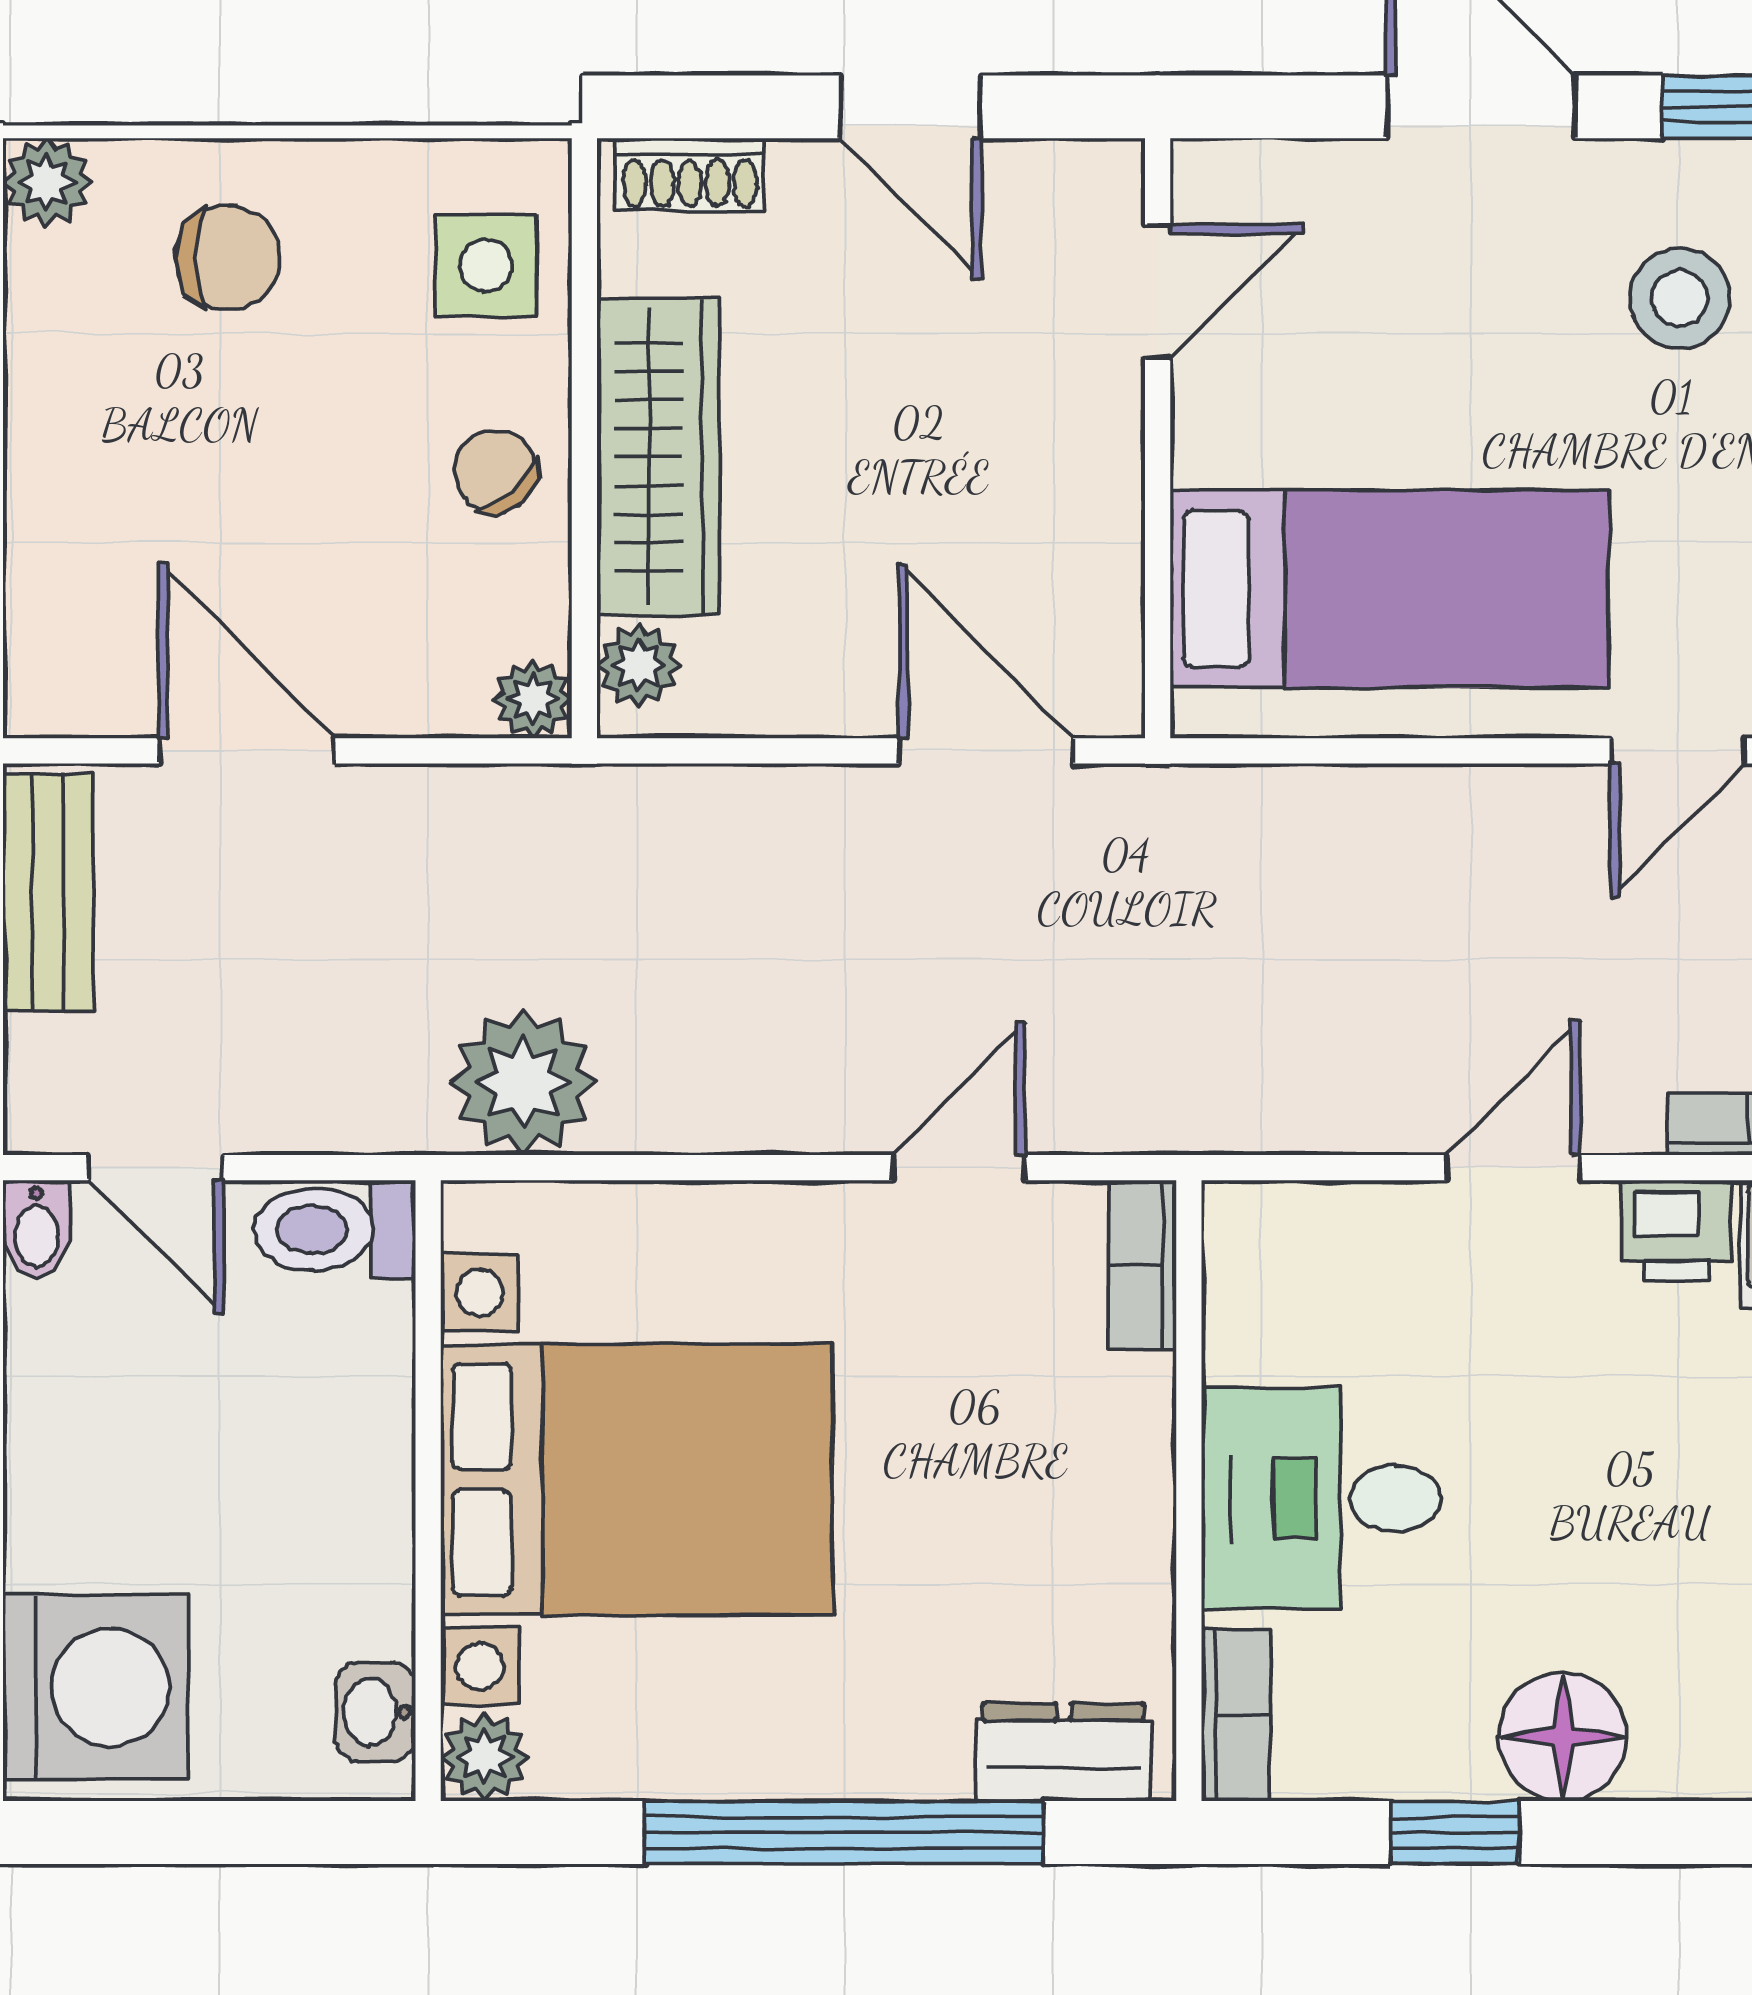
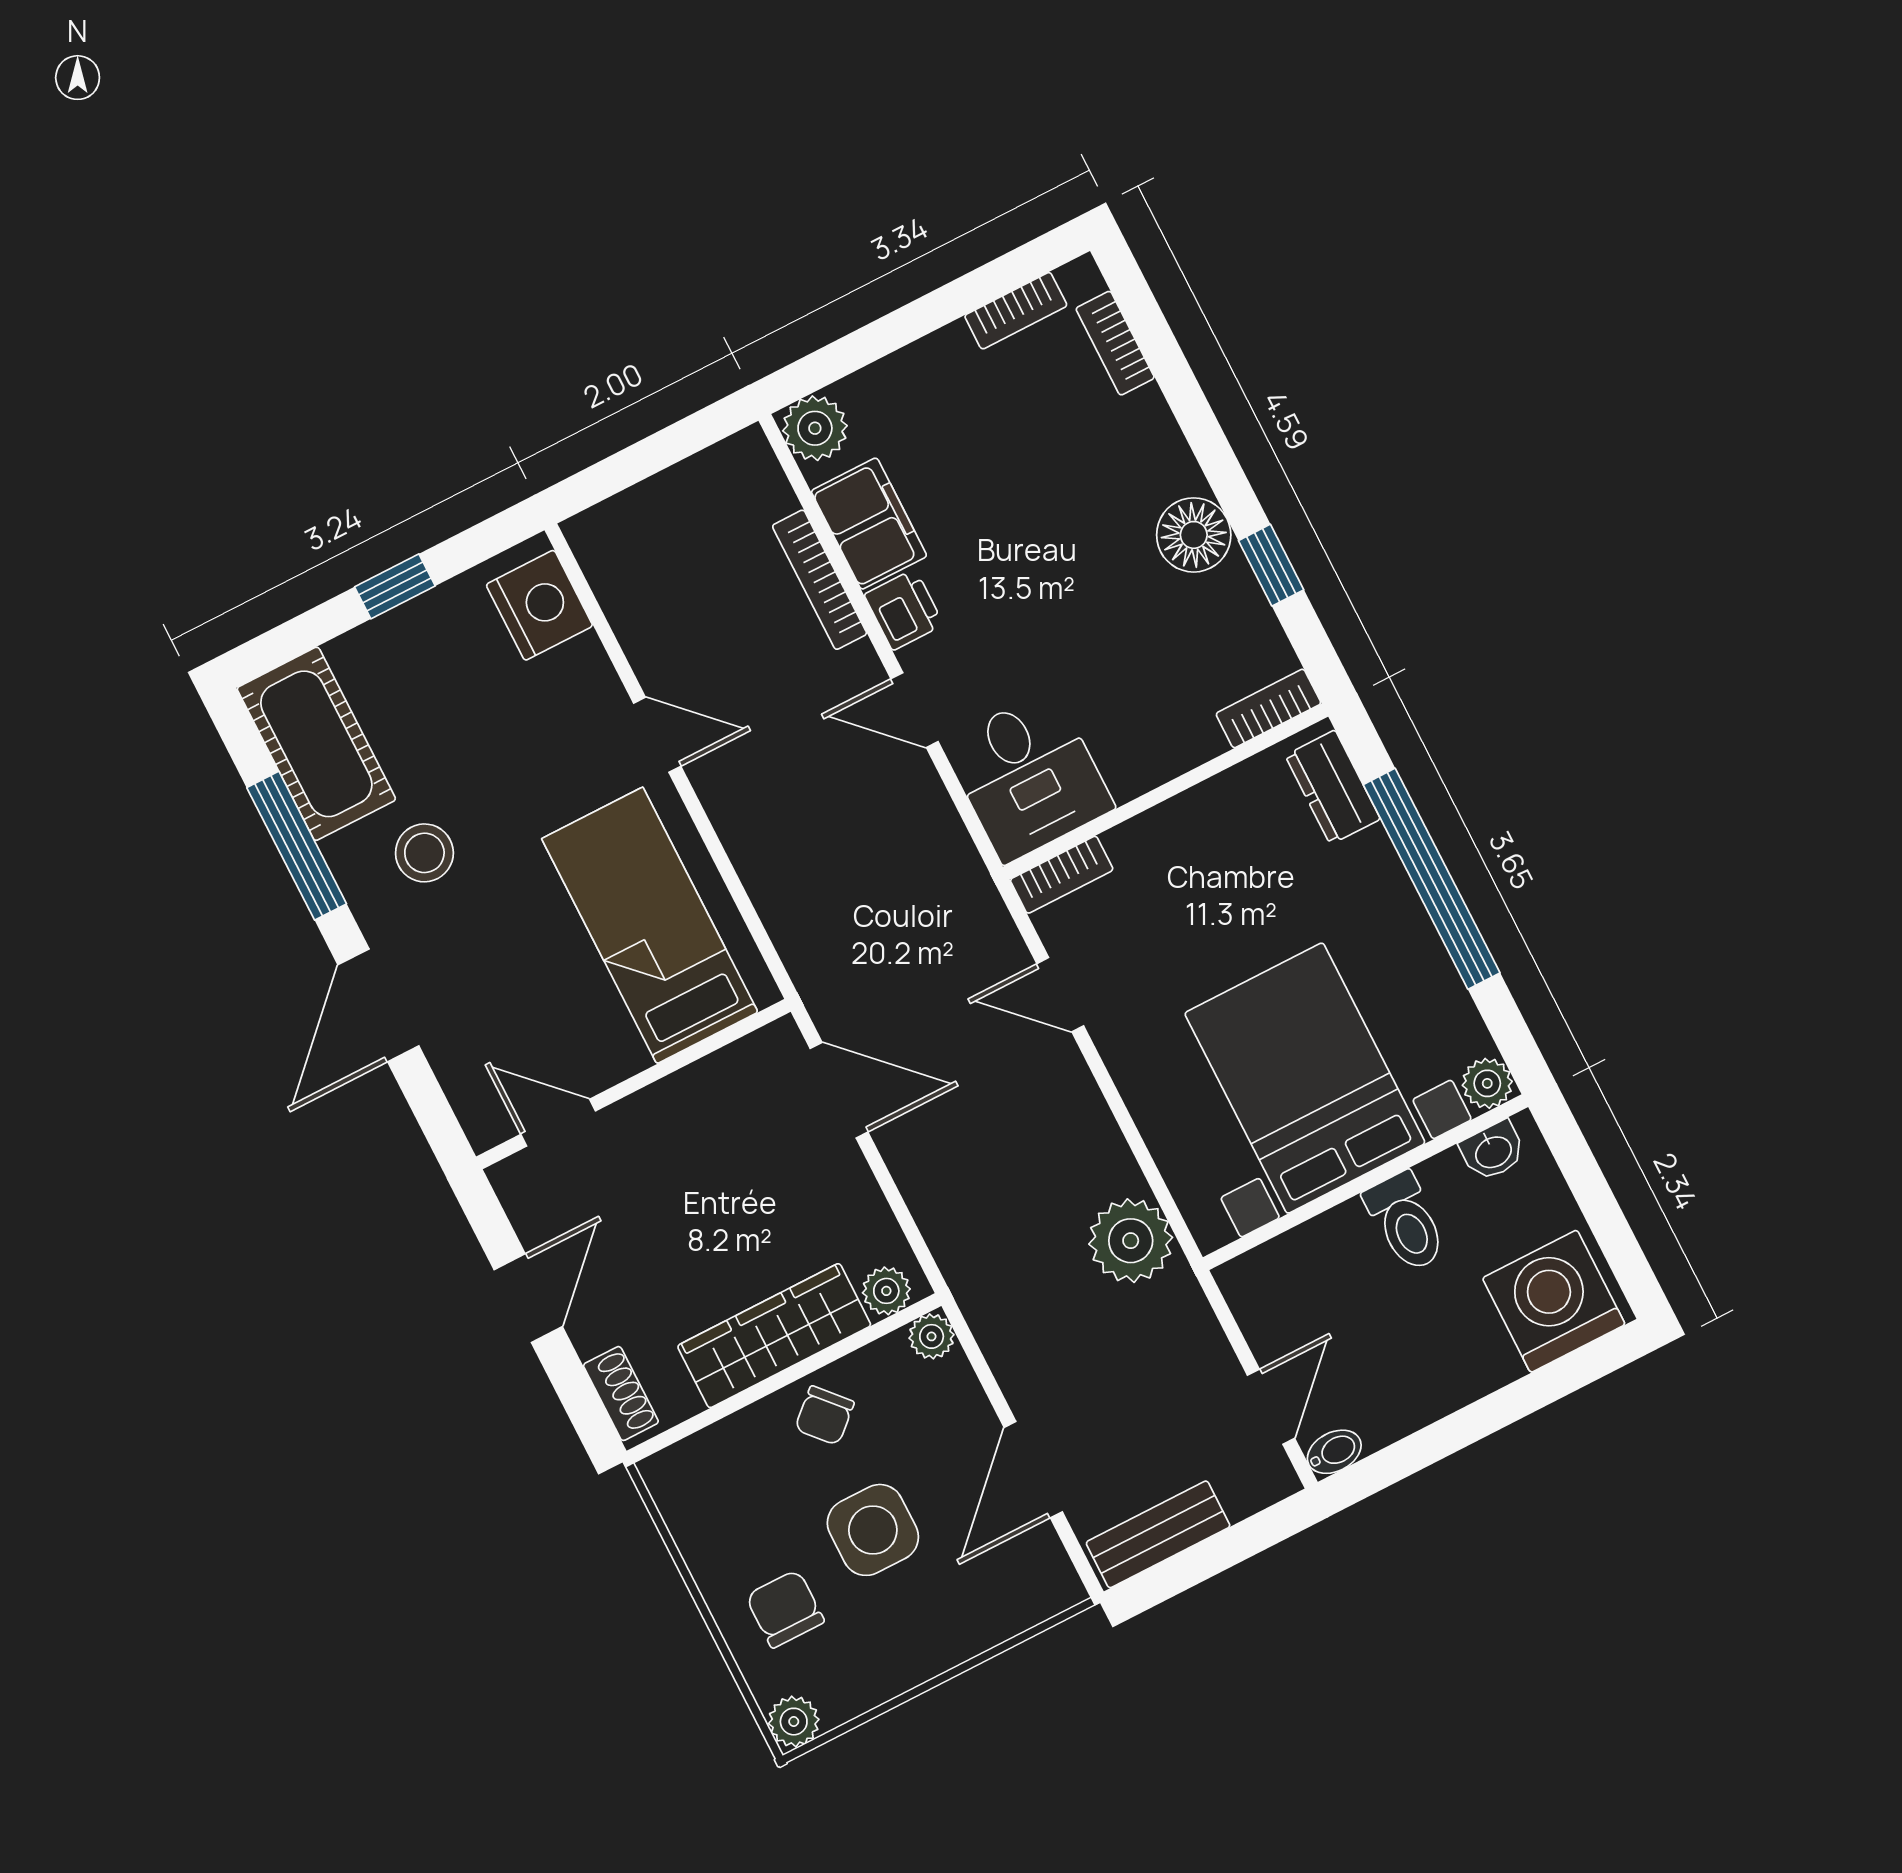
side table: (486, 265) -> (873, 1530), moved, width x1.37, depth x1.37
door: (986, 751) -> (839, 1090), swing flipped
toilet: (335, 1229) -> (1406, 1222), moved
desk: (1321, 1498) -> (1028, 776), moved

